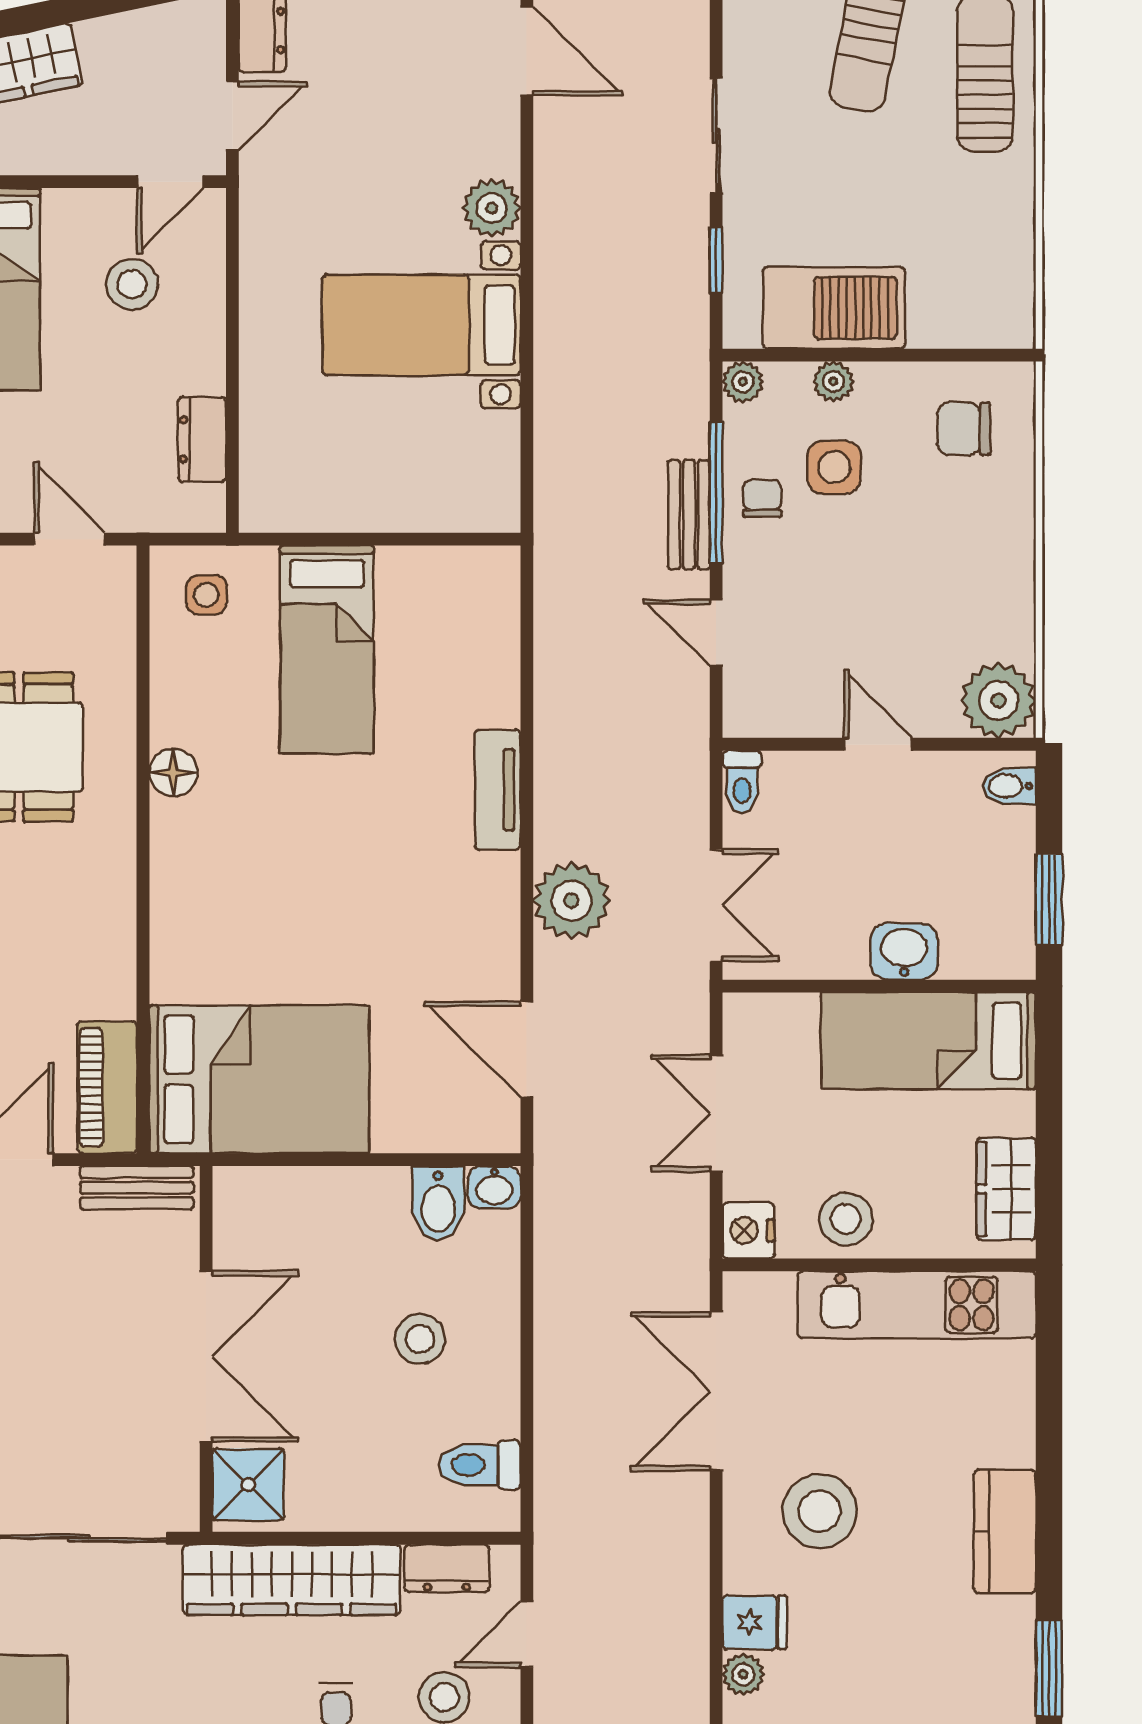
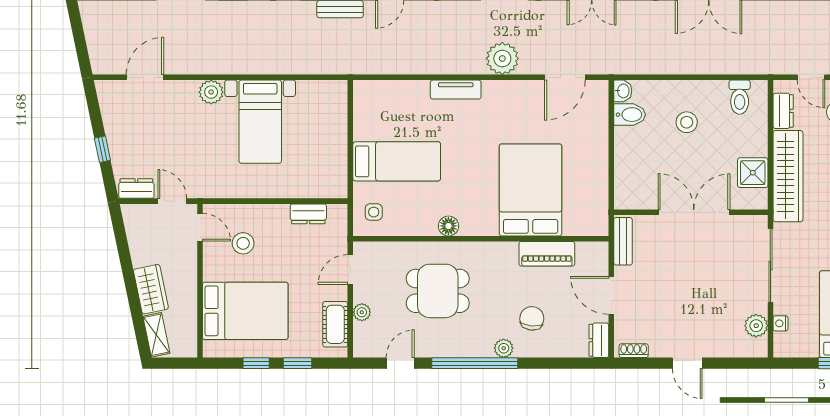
bed: (259, 1079) -> (531, 190), moved
piano: (107, 1087) -> (547, 254), moved
shower: (248, 1485) -> (753, 173), moved

